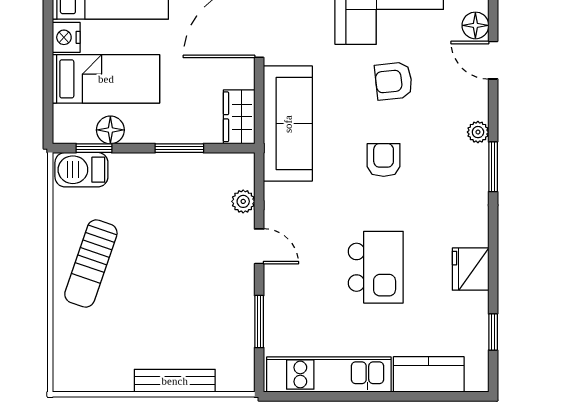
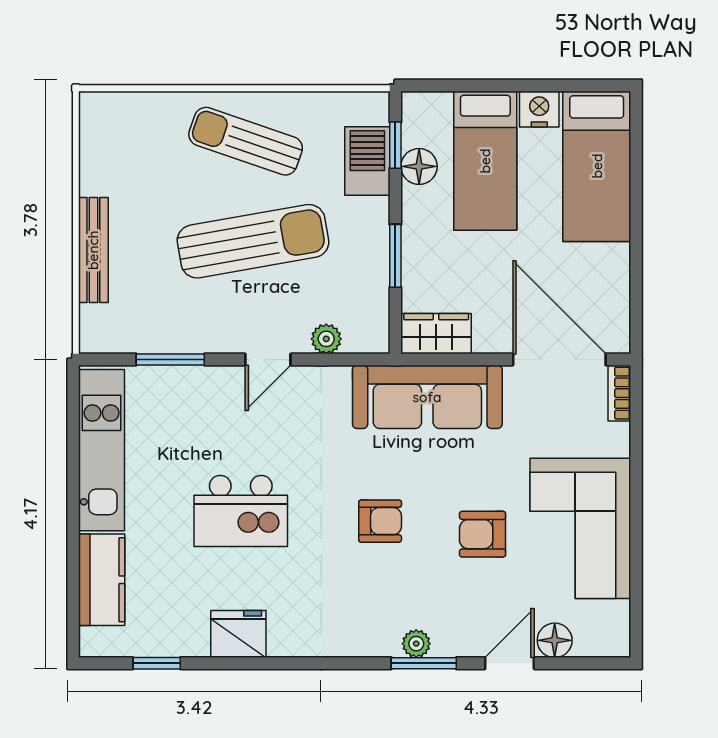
armchair: (394, 81) -> (483, 534), turned -84
window: (493, 167) -> (424, 663), moved
barbecue: (81, 170) -> (367, 161), moved
sun lounger: (168, 258) -> (253, 241), added

